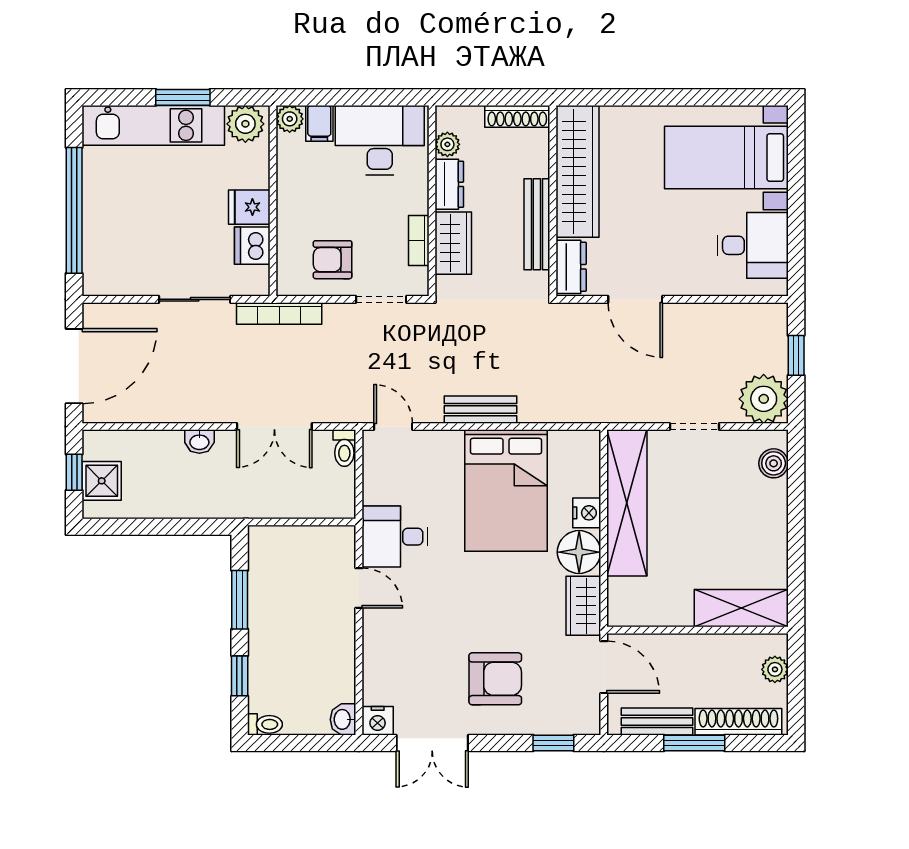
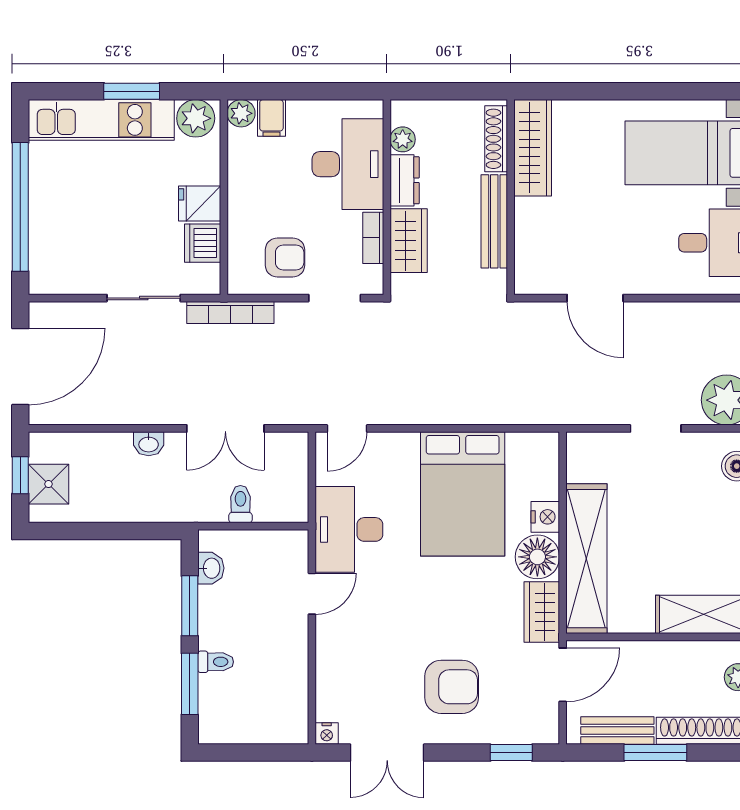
shoe rack: (517, 116) -> (496, 139), moved, turned 90
desk: (380, 140) -> (348, 164), moved, turned 90
wardrobe: (577, 171) -> (533, 148), width x0.71, depth x0.85
armchair: (333, 260) -> (285, 257), turned 180
dresser: (571, 267) -> (529, 265), removed
bench: (480, 410) -> (436, 411), removed
door: (393, 427) -> (347, 428), swing flipped
toilet: (344, 448) -> (240, 504), moved, turned 180
shelving: (627, 503) -> (586, 559), moved
desk: (395, 537) -> (349, 529), width x1.37
door: (359, 588) -> (312, 594), hinge flipped
door: (604, 667) -> (563, 675), hinge flipped
window: (240, 676) -> (190, 684), width x1.50
washbasin: (343, 719) -> (211, 568), moved, turned 180
nightstand: (378, 721) -> (327, 734), width x0.72, depth x0.74
toilet: (265, 724) -> (216, 662), moved

